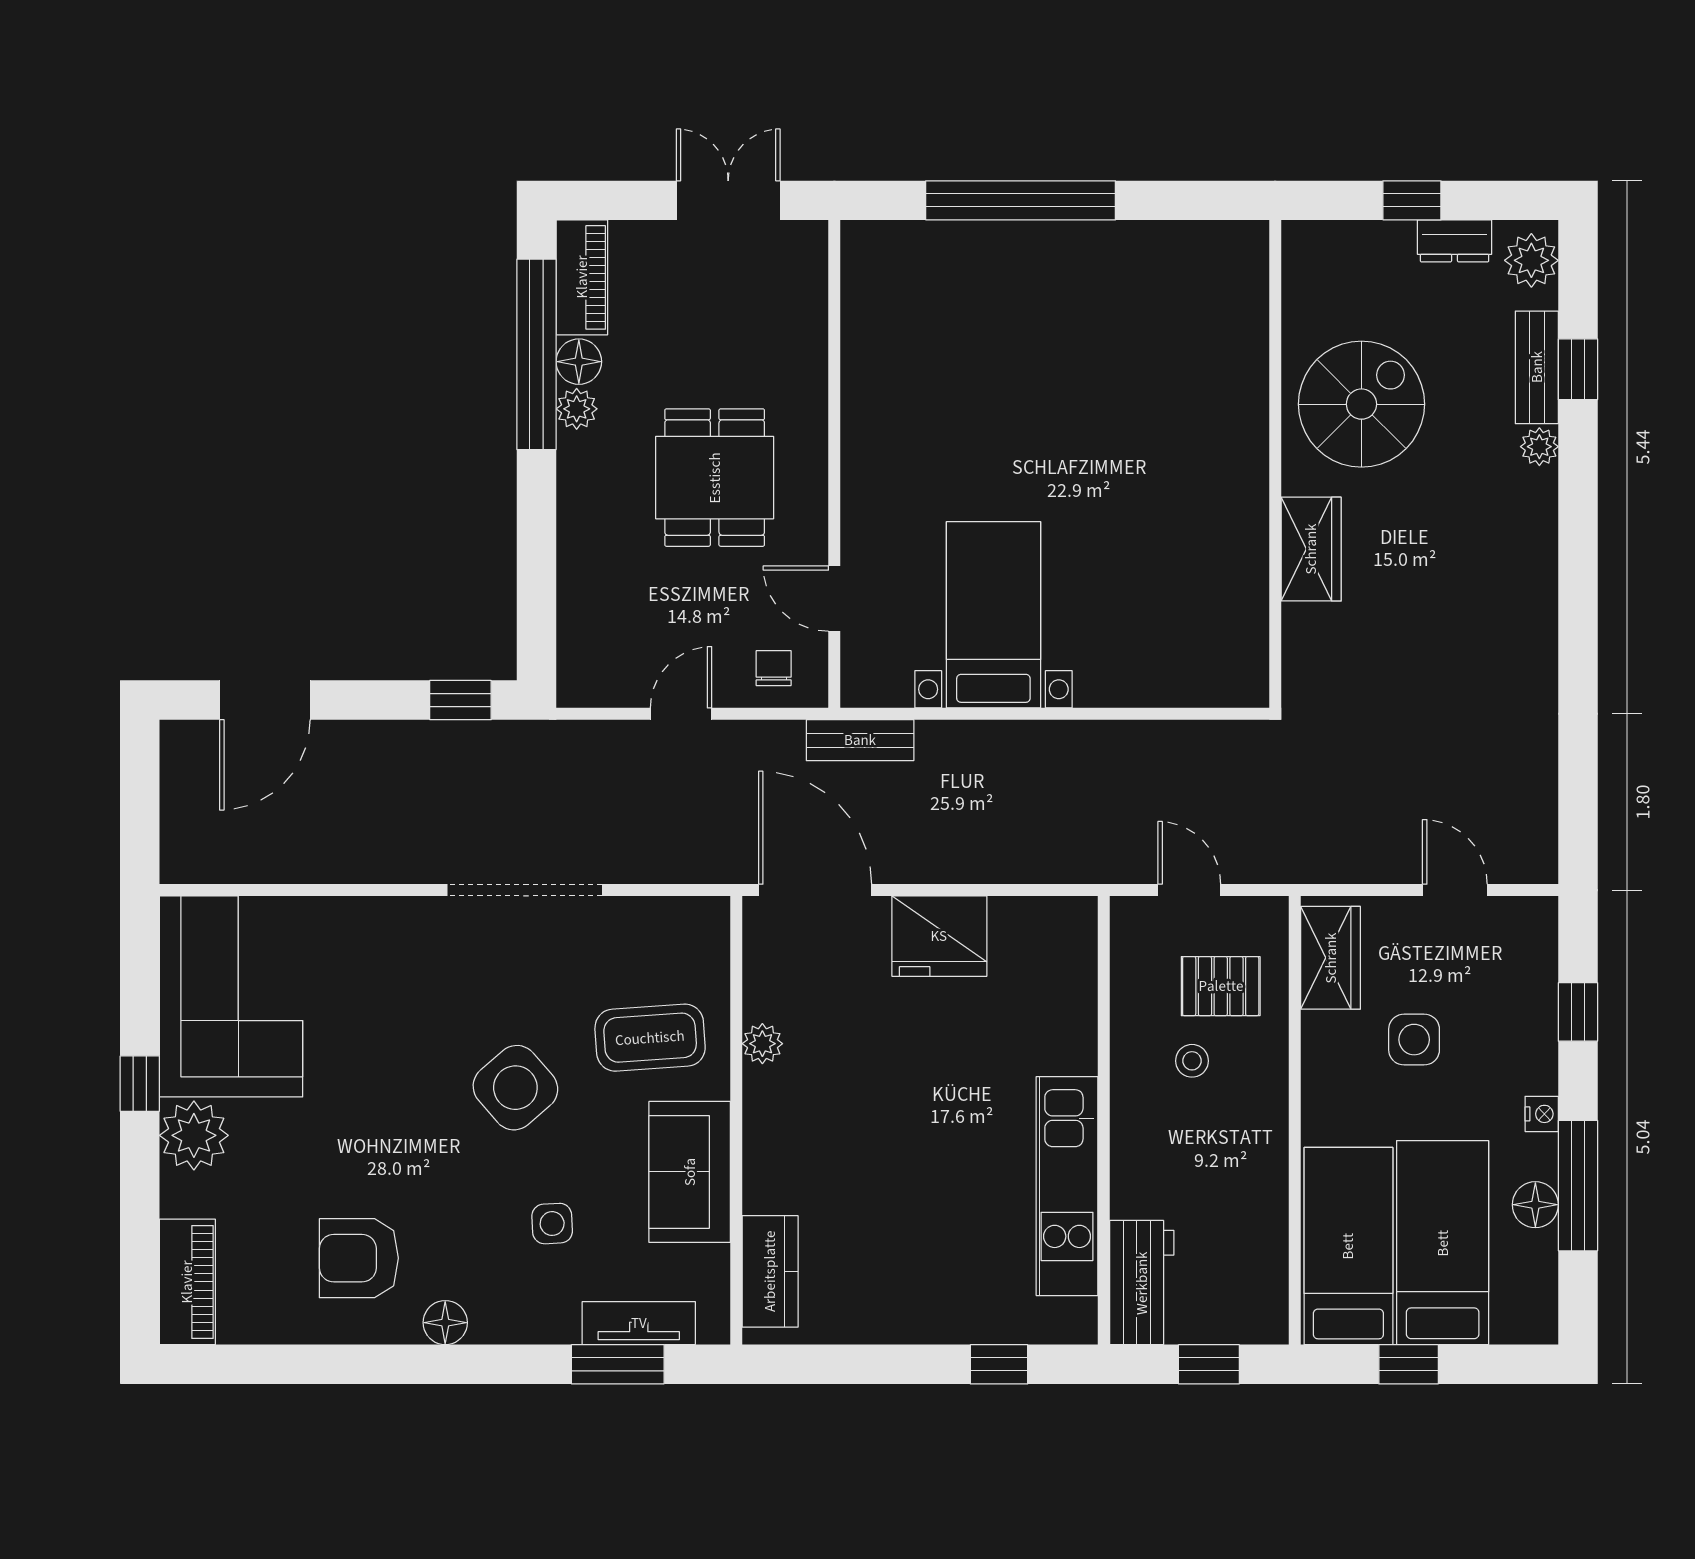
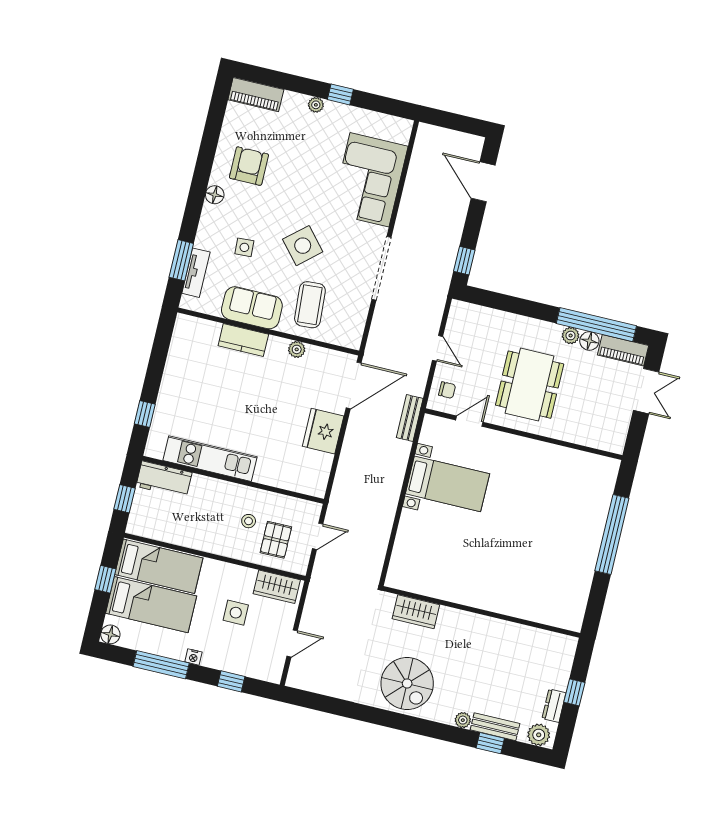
double door: (728, 200) -> (646, 391), moved
spiral stairs: (1361, 404) -> (407, 683), moved
dining table: (715, 478) -> (530, 385), width x1.38
wardrobe: (1311, 549) -> (416, 612), moved
corner sofa: (231, 996) -> (369, 180), moved, turned 90
plant: (194, 1135) -> (316, 105), width x0.53, depth x0.53
floor lamp: (1535, 1205) -> (110, 634), moved
kitchen counter: (770, 1271) -> (243, 340), moved

